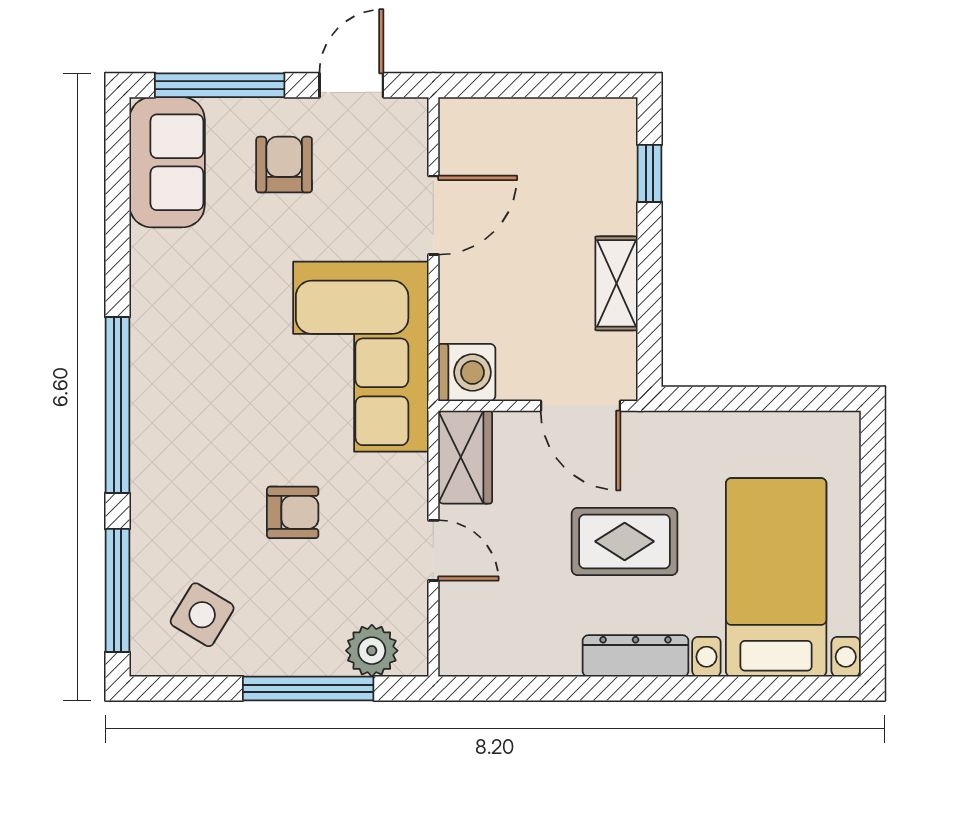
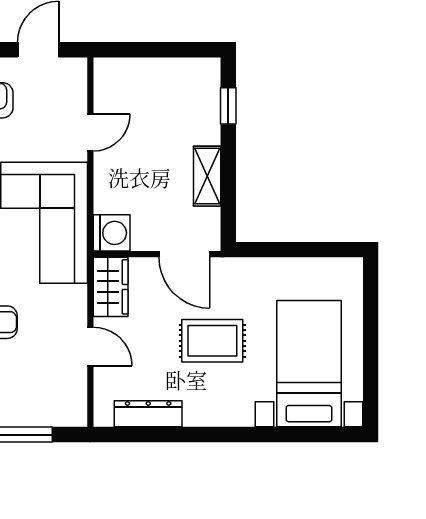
door: (433, 215) -> (90, 133), width x0.73
plant: (372, 651) -> (51, 410), removed
dresser: (636, 656) -> (148, 414), moved

